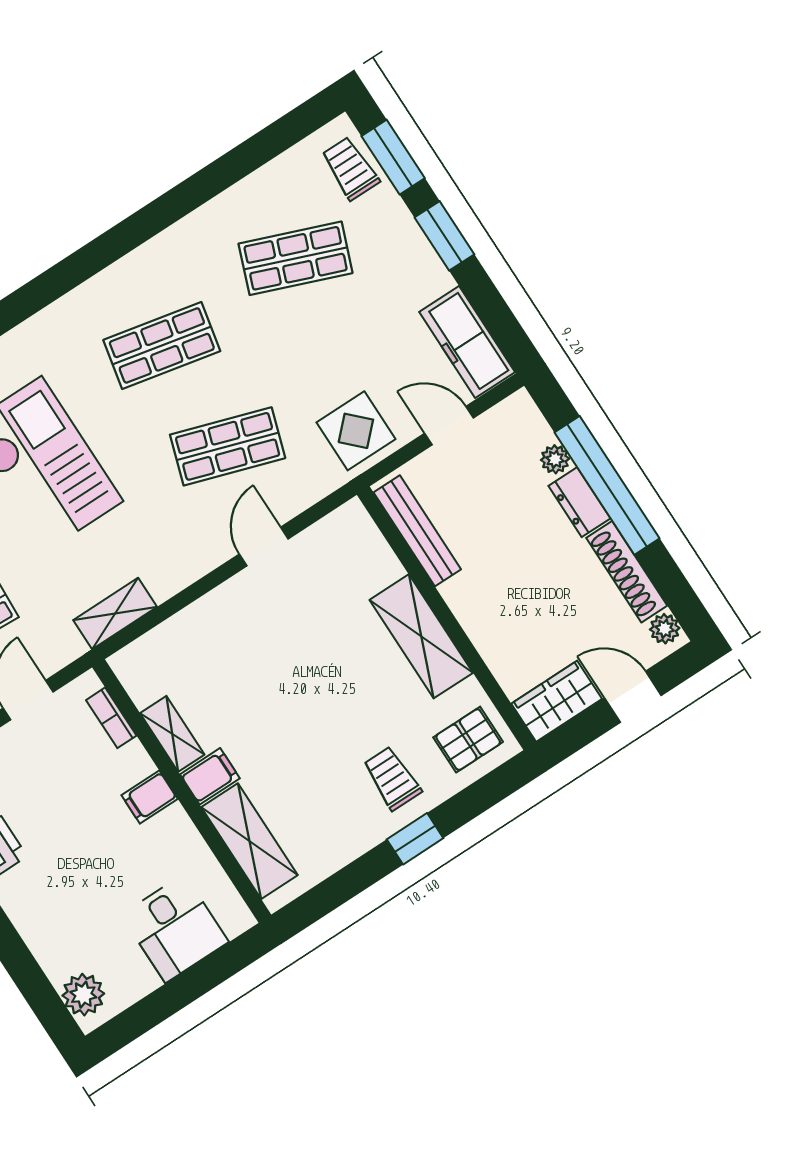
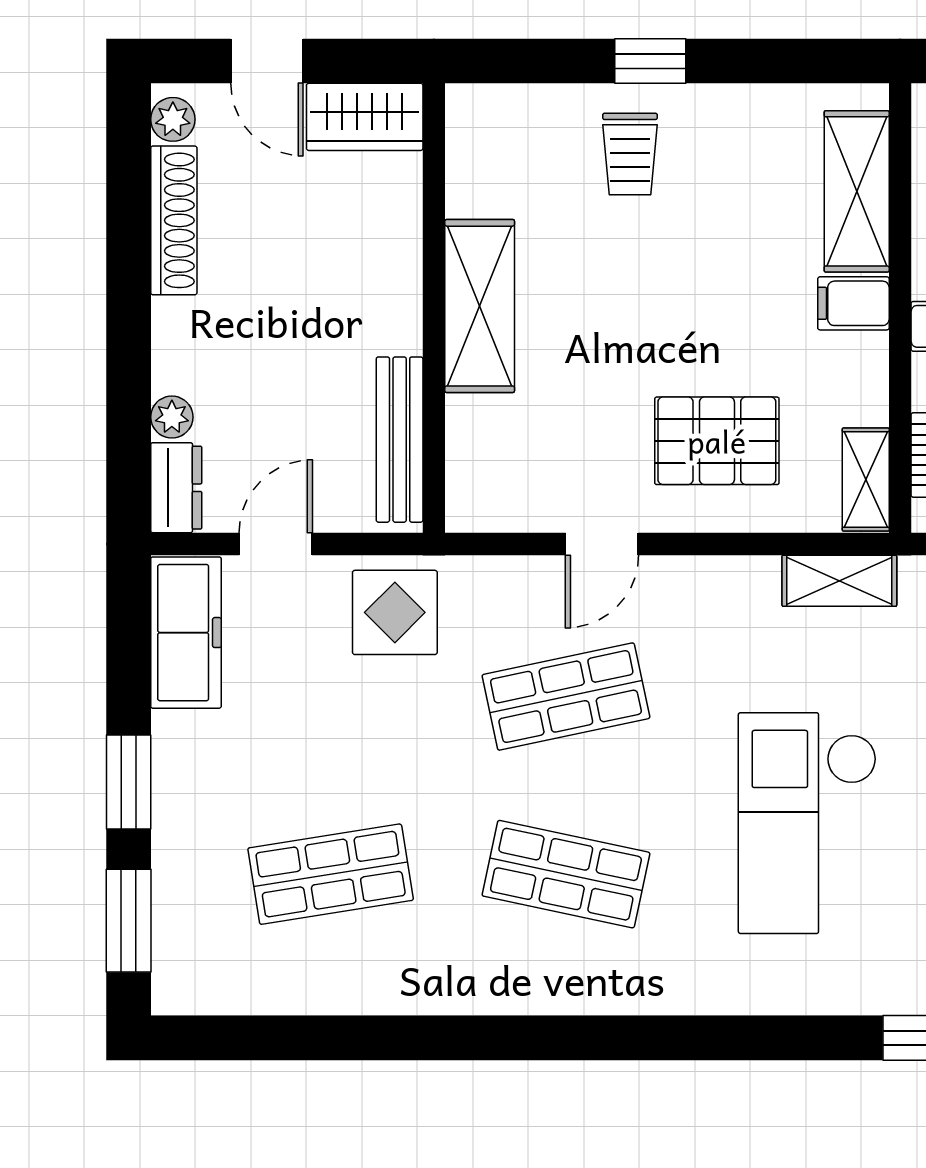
trolley: (350, 168) -> (190, 941), removed
shop shelf: (296, 258) -> (331, 874), turned -30
door: (449, 426) -> (276, 544), swing flipped
shop shelf: (228, 446) -> (566, 697), turned -30
window: (607, 485) -> (129, 343), removed
dresser: (579, 502) -> (176, 488), moved
shelving: (172, 734) -> (866, 480), moved
pallet: (468, 740) -> (717, 441), moved, width x1.50, depth x1.42

